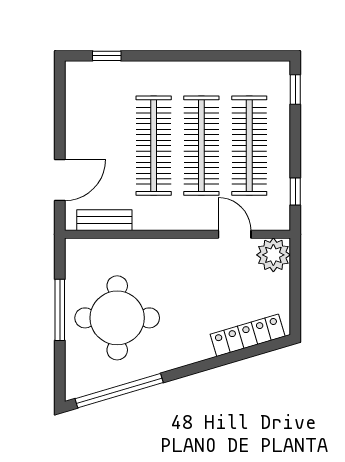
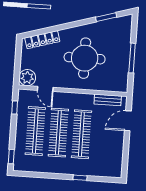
window: (107, 56) -> (80, 178), moved
round table: (117, 318) -> (85, 58), moved
window: (119, 391) -> (106, 17), width x0.47

